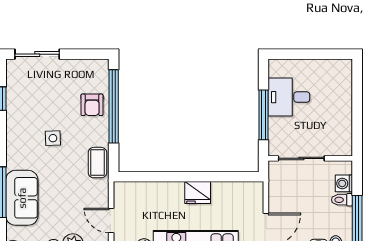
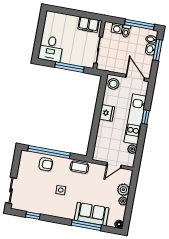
desk: (289, 97) -> (51, 49), moved
filing cabinet: (341, 134) -> (89, 25), added
stool: (249, 195) -> (113, 84), added

